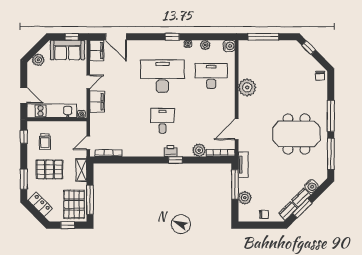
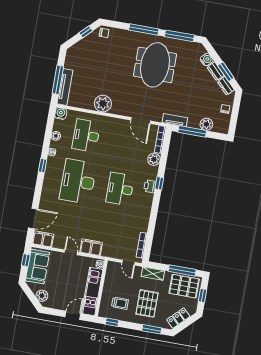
tv unit: (257, 45) -> (65, 87), added
window: (309, 48) -> (86, 32), moved
desk: (162, 121) -> (120, 189), width x1.37

